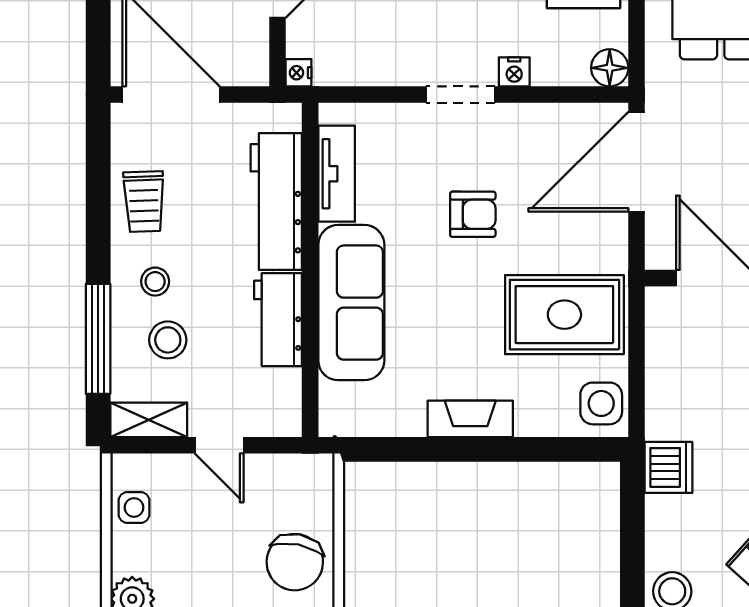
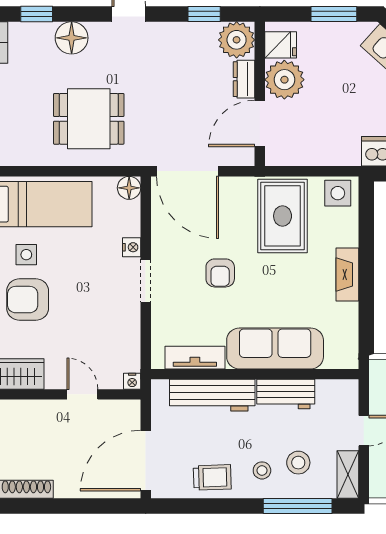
armchair: (473, 214) -> (220, 273), turned 180

